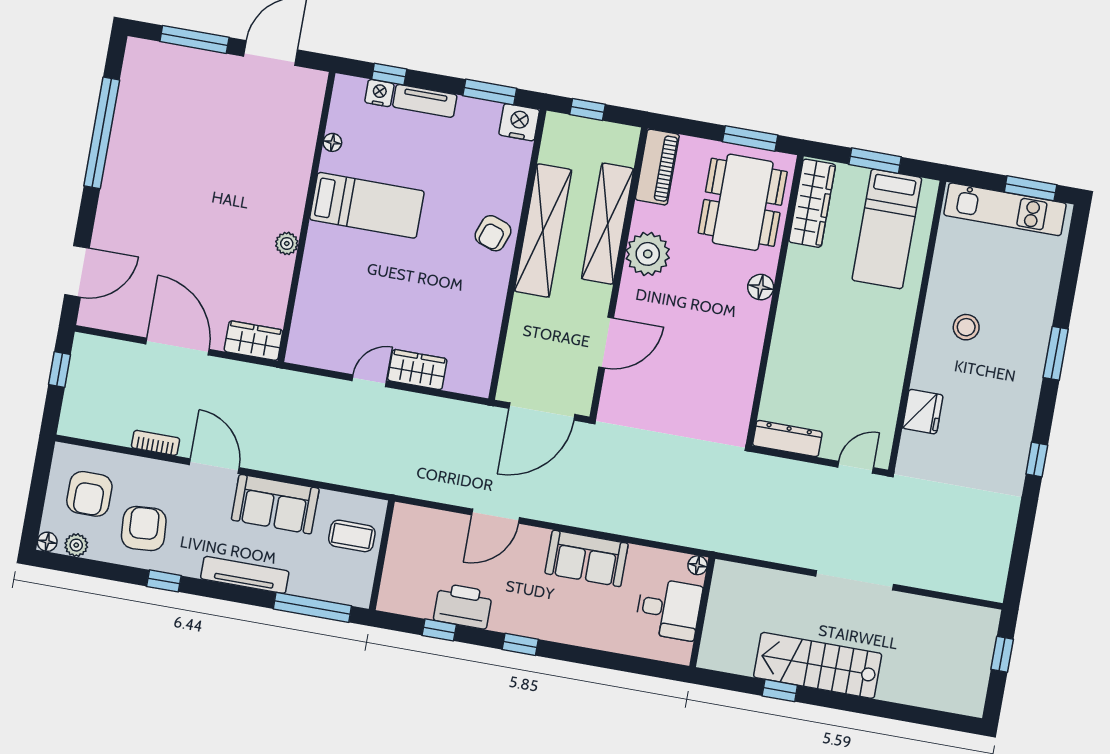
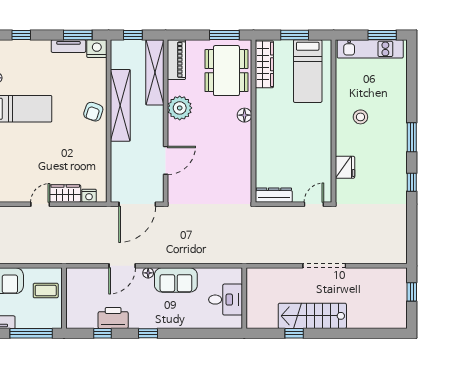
nightstand: (379, 93) -> (89, 196), moved, turned 180
tv unit: (425, 101) -> (68, 46), moved
shelving: (608, 224) -> (155, 72), moved
window: (1056, 353) -> (412, 137), moved
floor lamp: (698, 565) -> (148, 273), moved

